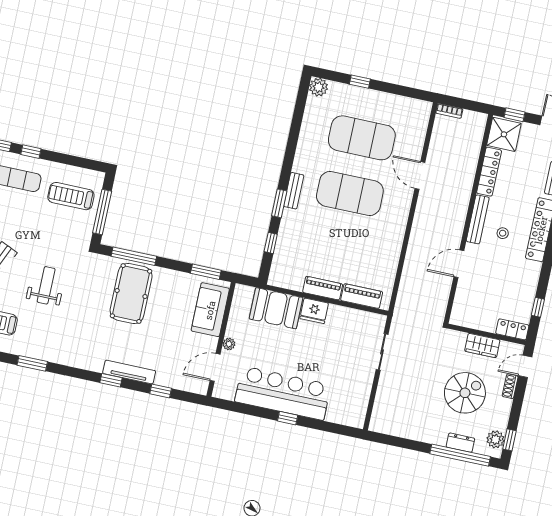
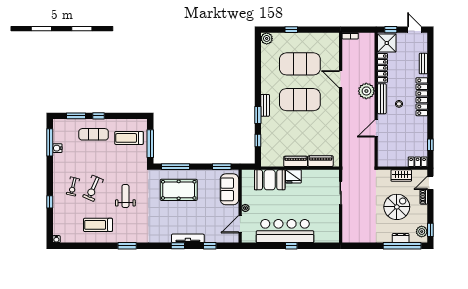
plant: (456, 202) -> (366, 91), added
pool table: (131, 294) -> (179, 190), turned 90

